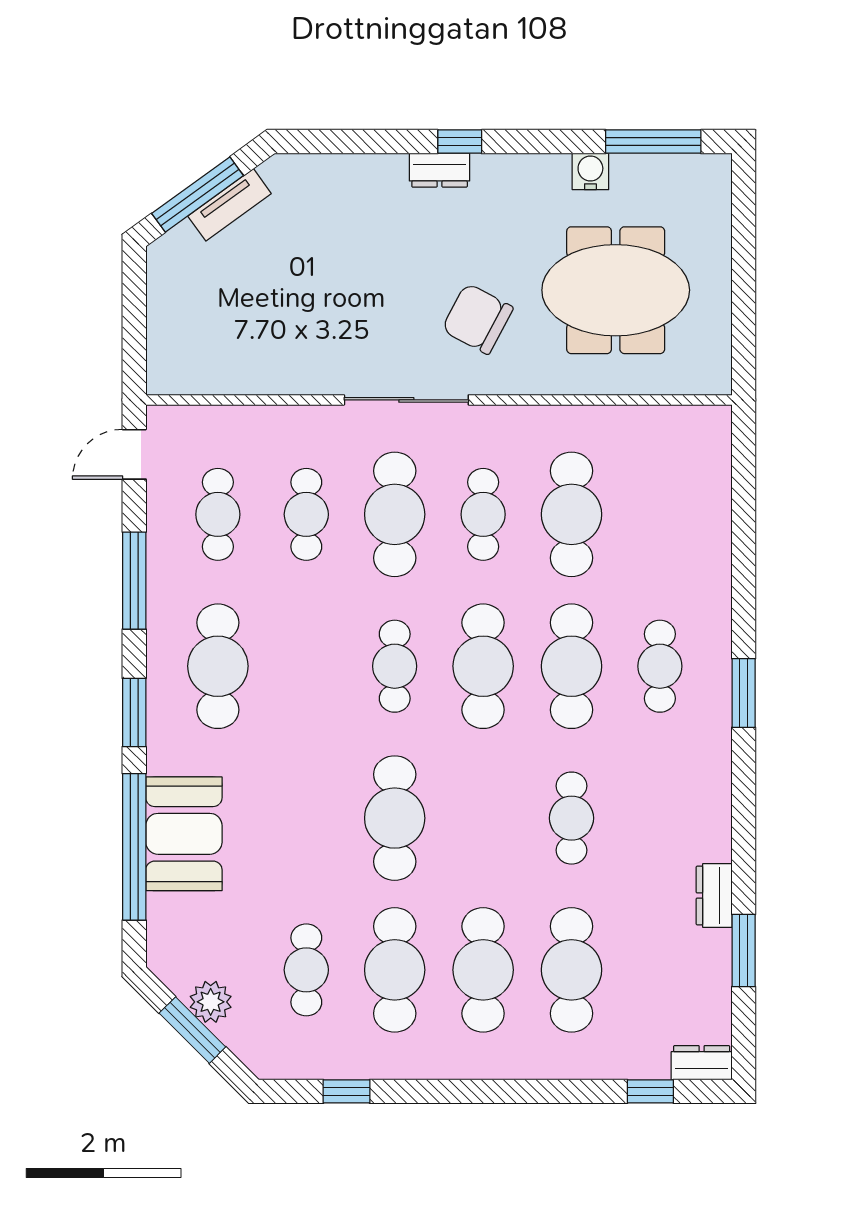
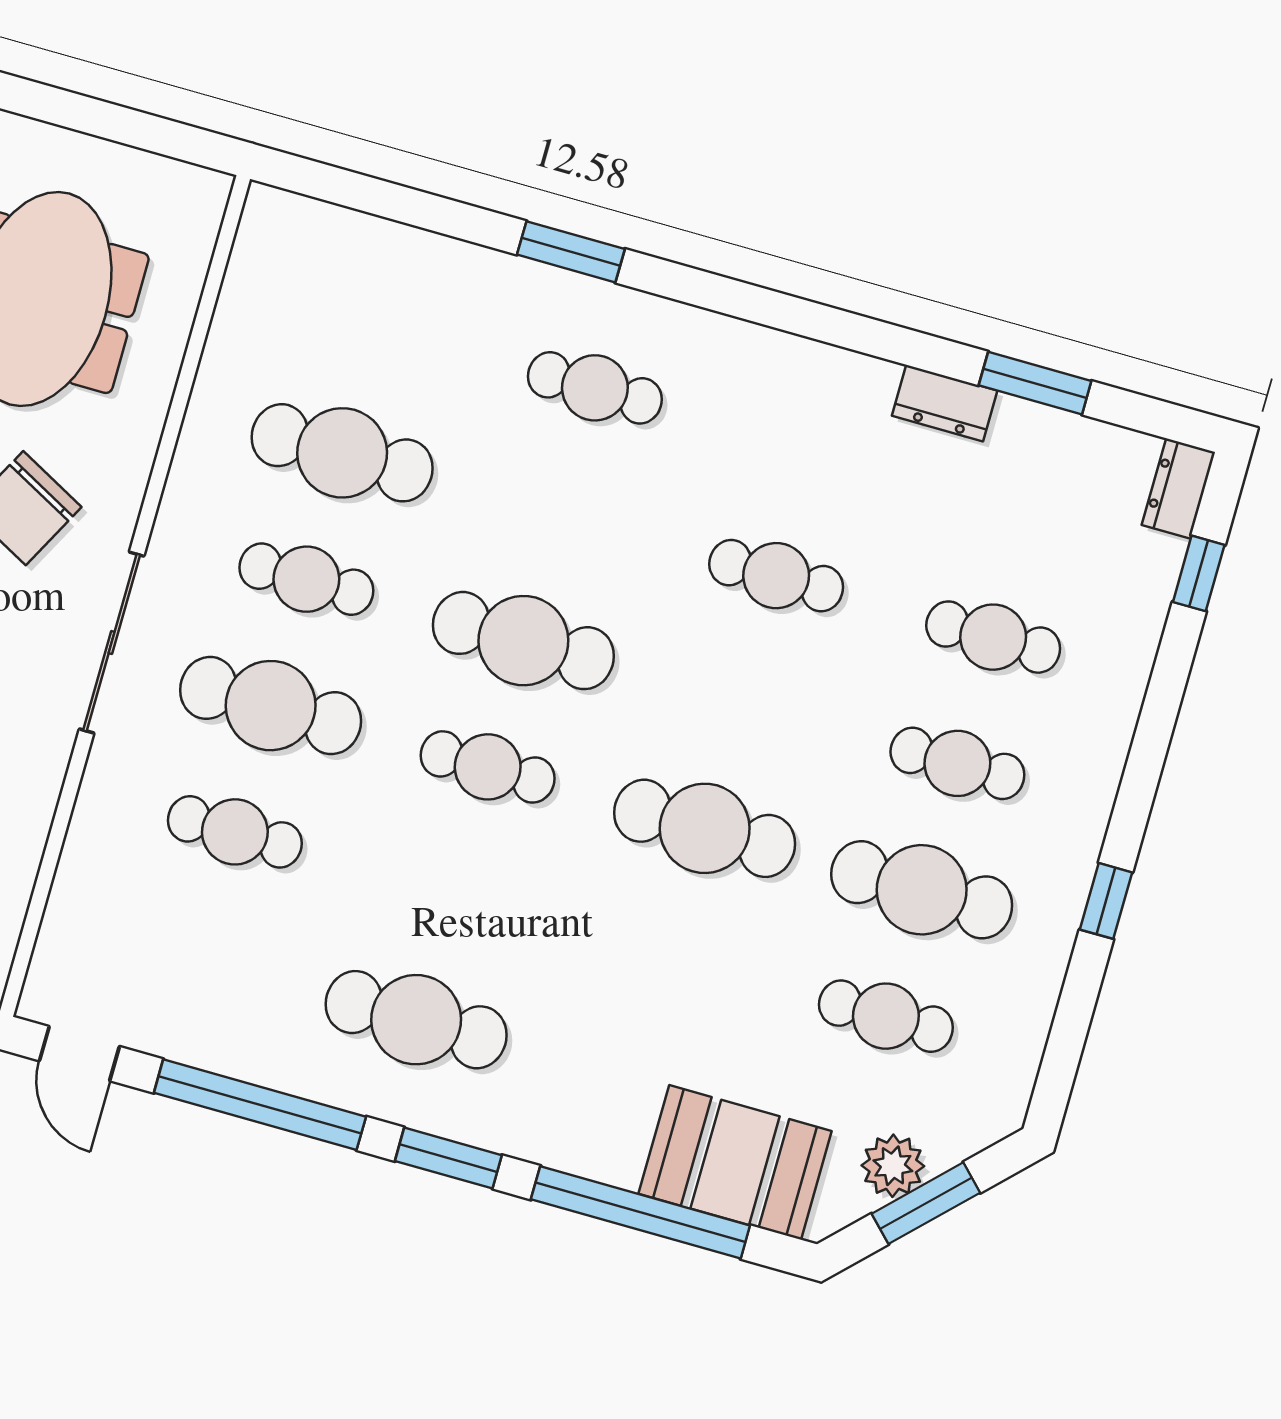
cafe table: (218, 514) -> (199, 958), removed
window: (134, 581) -> (260, 1105), width x1.46
cafe table: (571, 666) -> (559, 514), removed
window: (744, 693) -> (571, 252), moved
booth: (184, 834) -> (735, 1162), moved
cafe table: (483, 970) -> (957, 763), width x0.73, depth x0.74
cafe table: (571, 970) -> (993, 637), width x0.73, depth x0.74
window: (346, 1091) -> (1106, 901), moved

